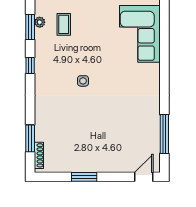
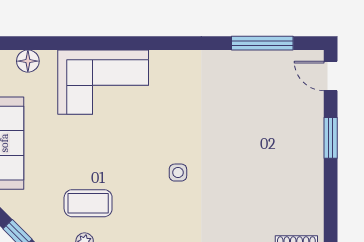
coffee table: (64, 24) -> (88, 203), width x1.36, depth x1.30
window: (84, 177) -> (331, 138), moved

